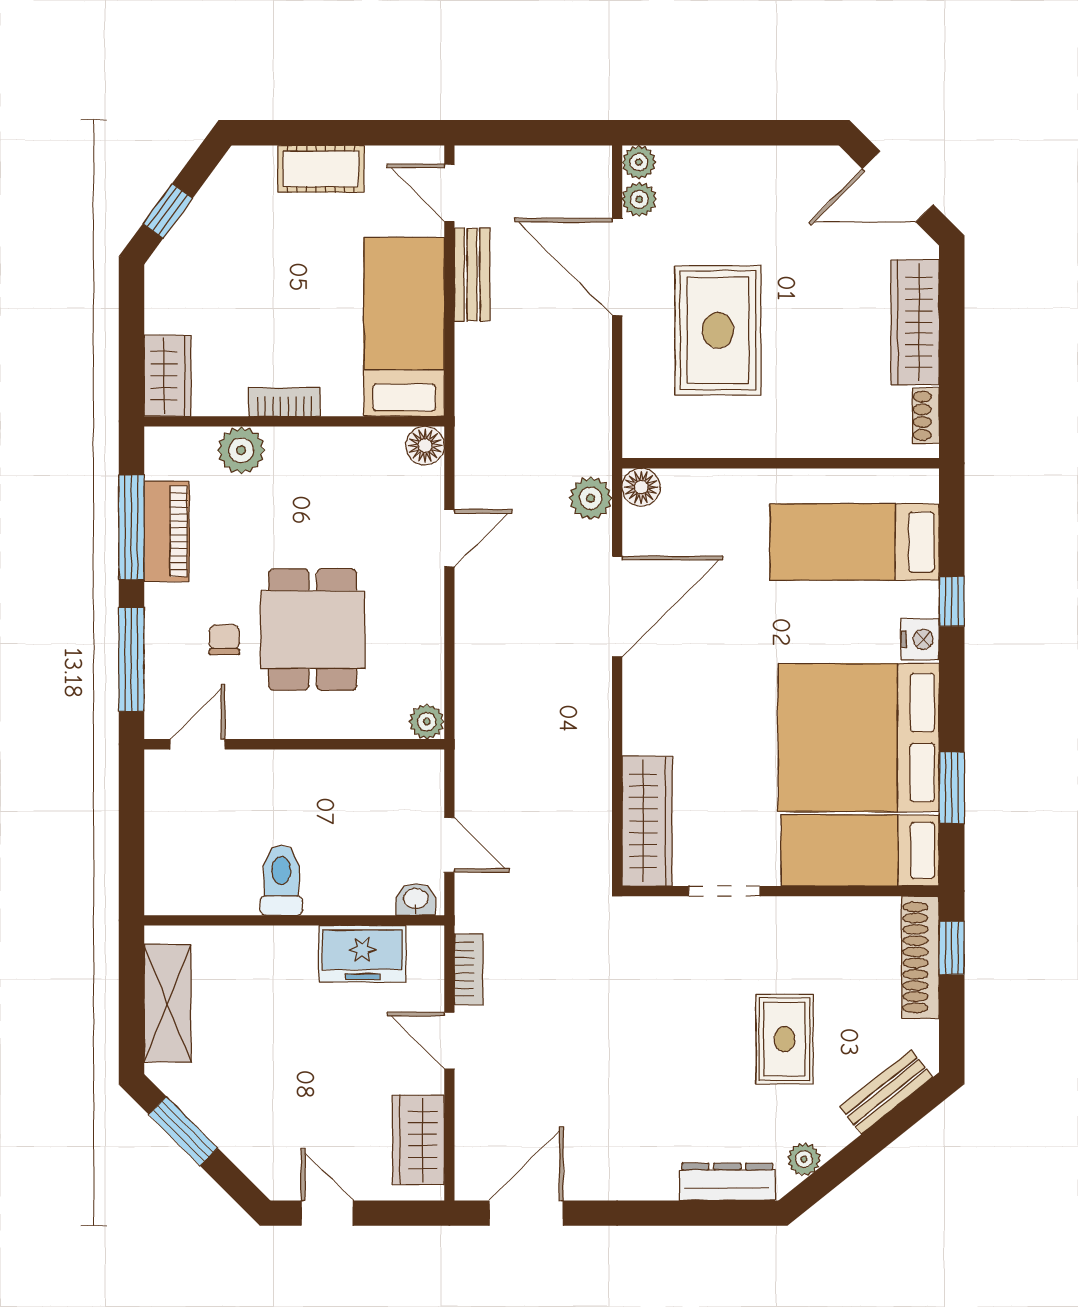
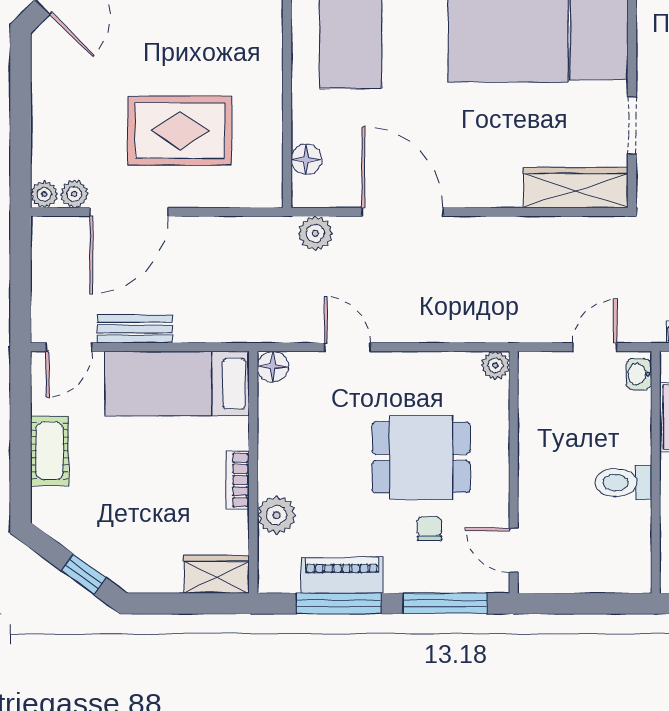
floor lamp: (641, 487) -> (306, 159), moved
chair: (224, 640) -> (429, 529), turned 90

